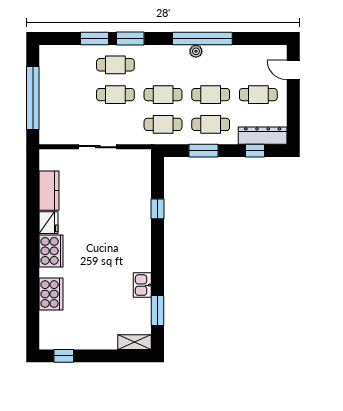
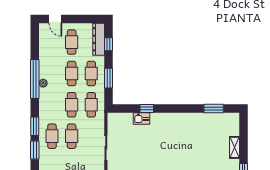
door: (293, 70) -> (55, 19), hinge flipped
kitchen sink: (142, 285) -> (142, 118), moved
shelving: (135, 342) -> (234, 147), moved

